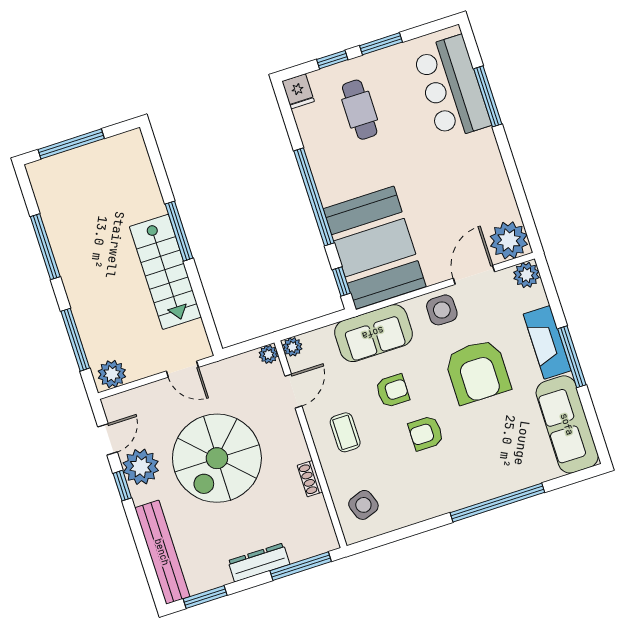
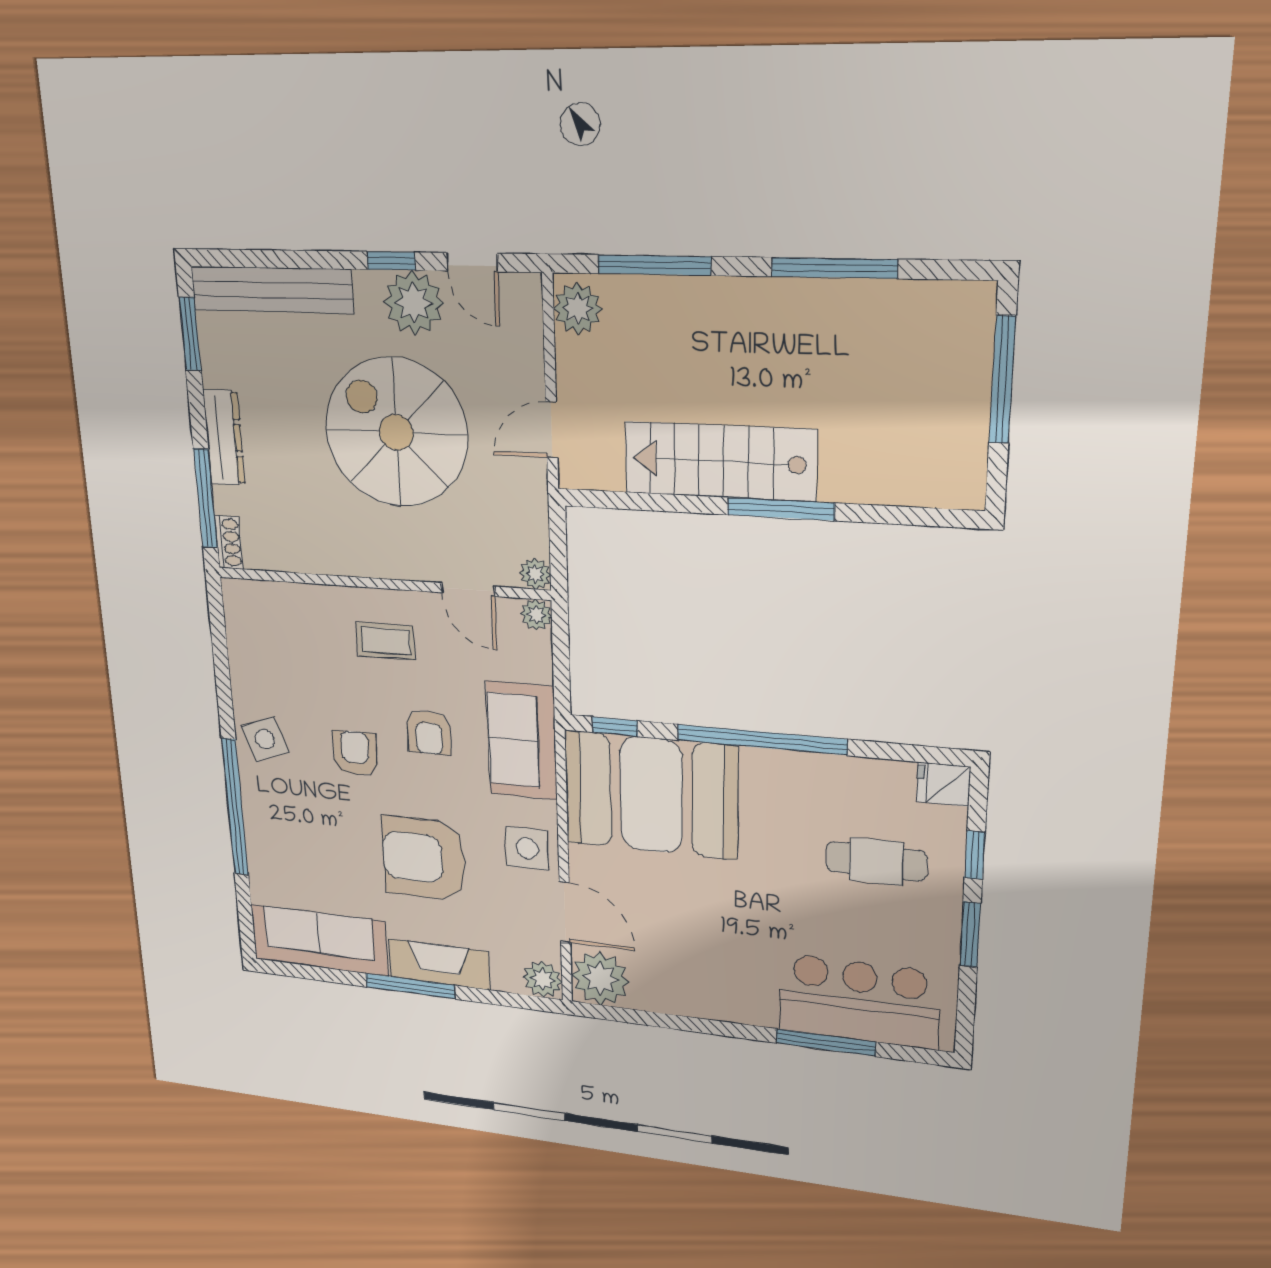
shoe rack: (310, 479) -> (229, 542), moved, turned 90
side table: (363, 505) -> (265, 739), moved

